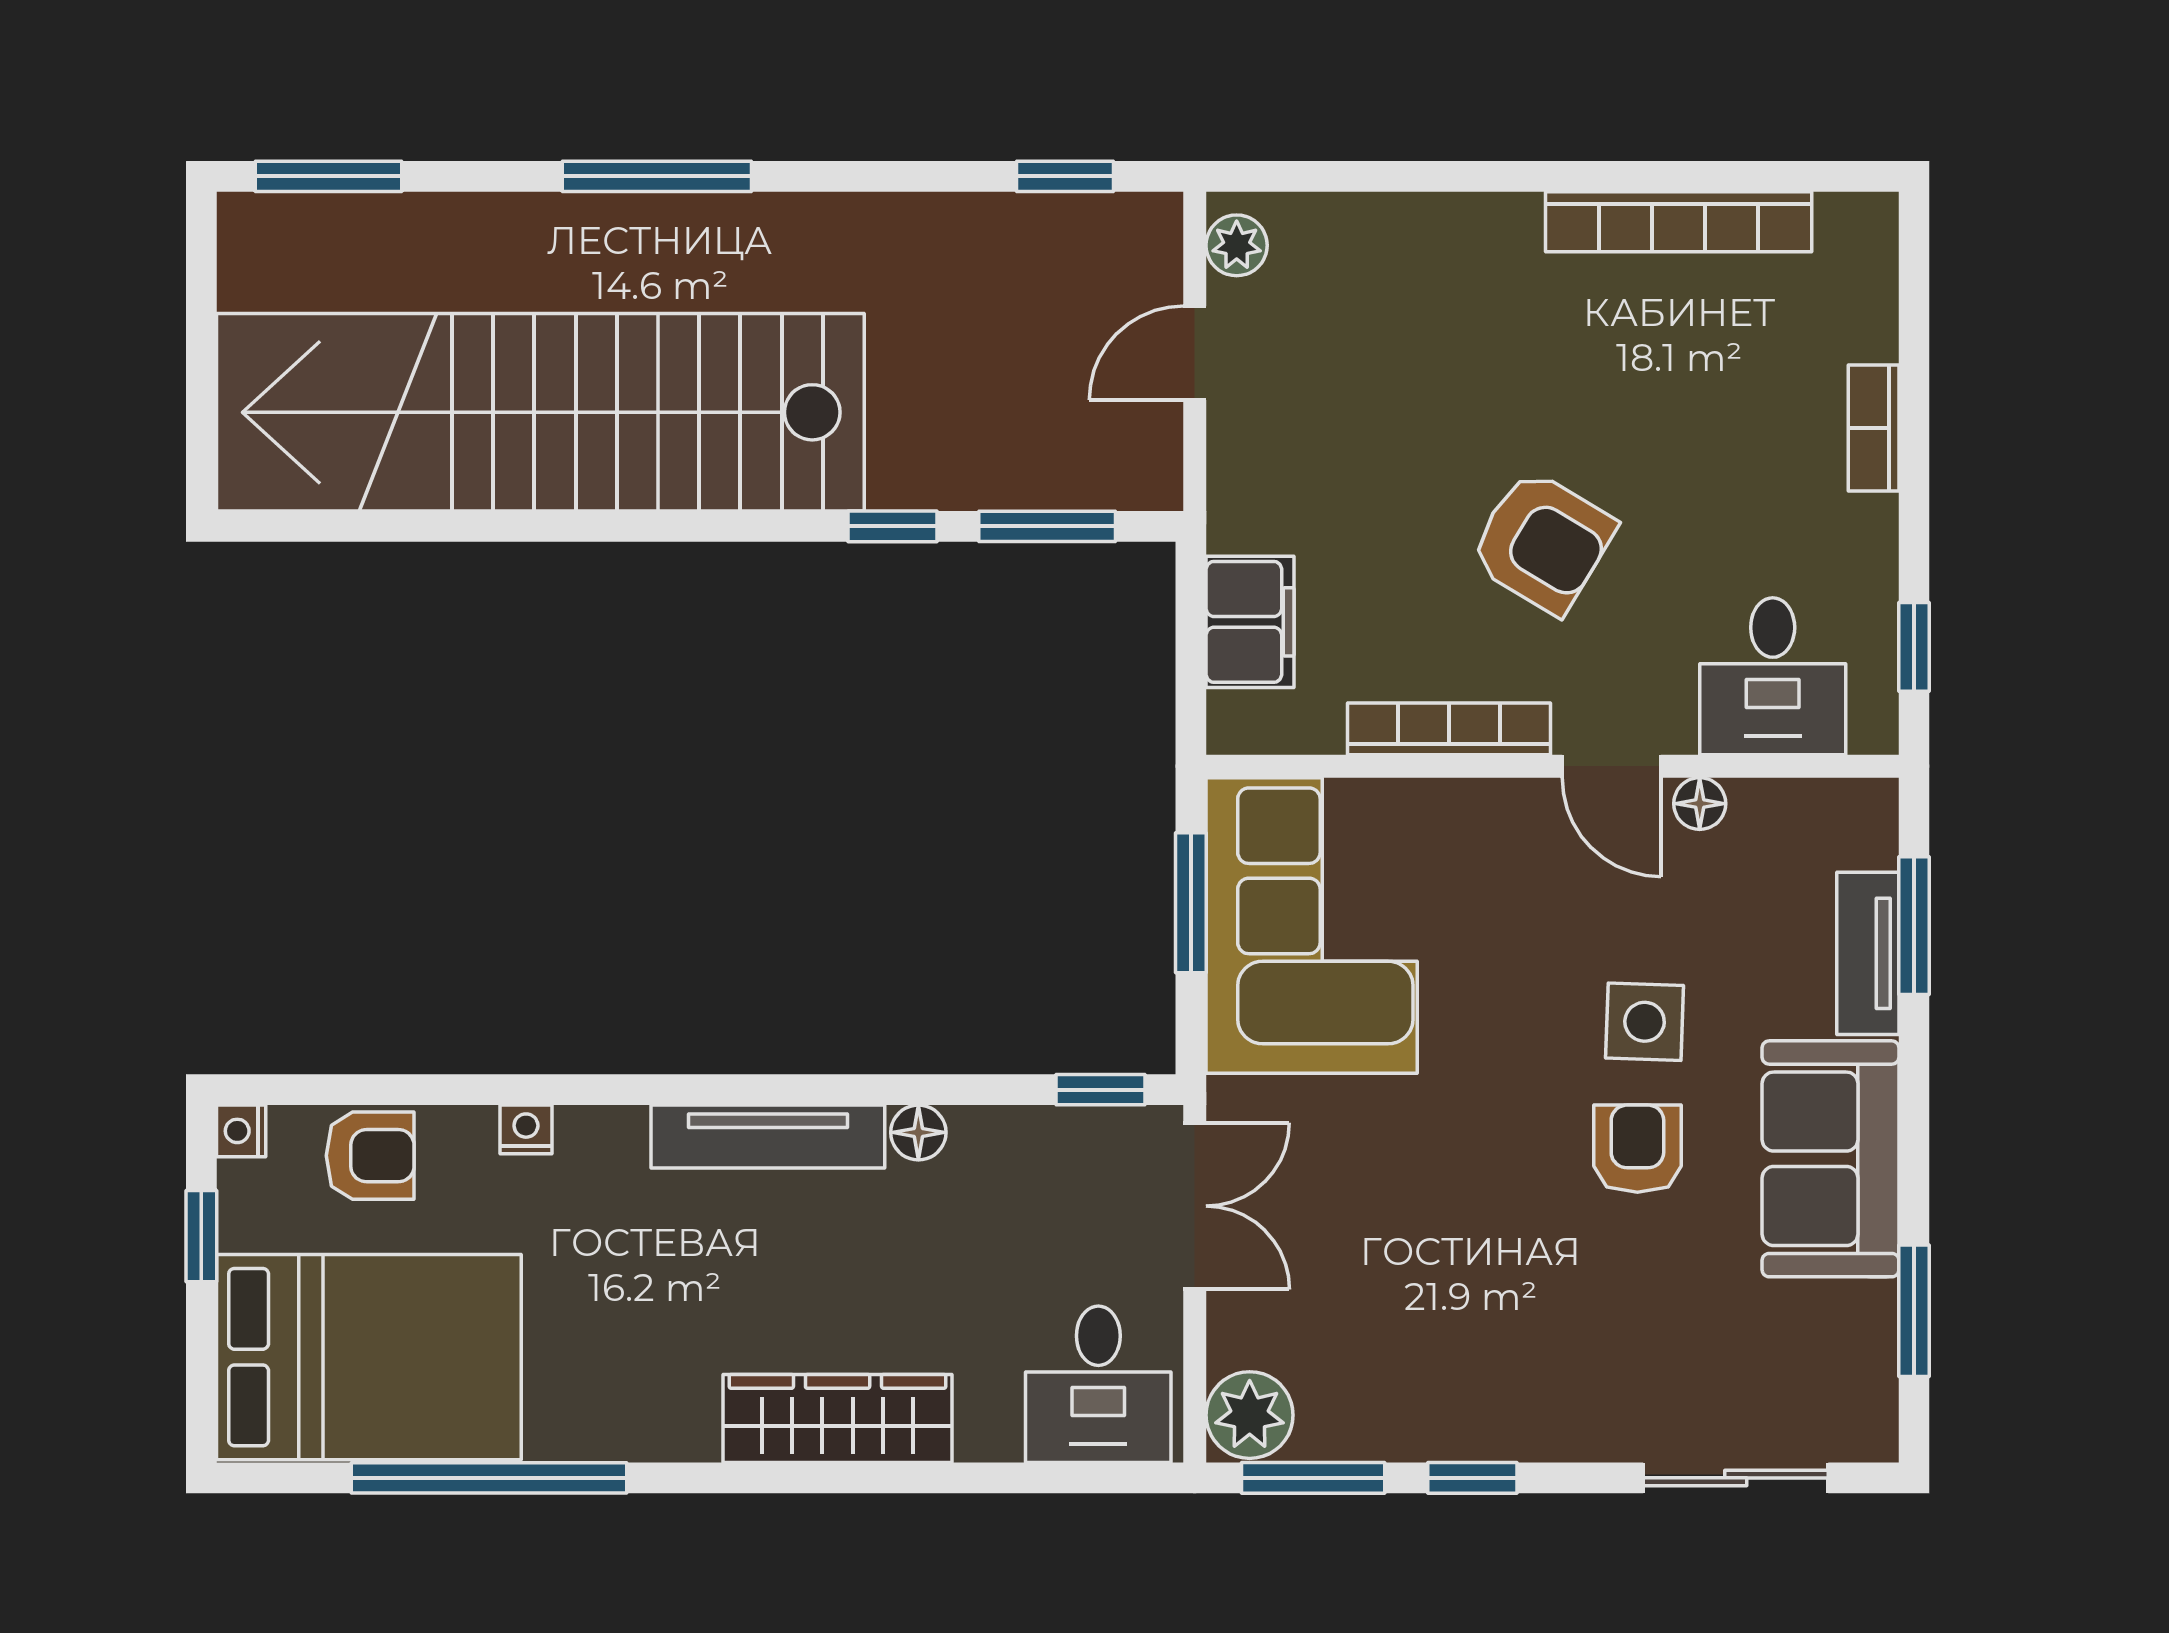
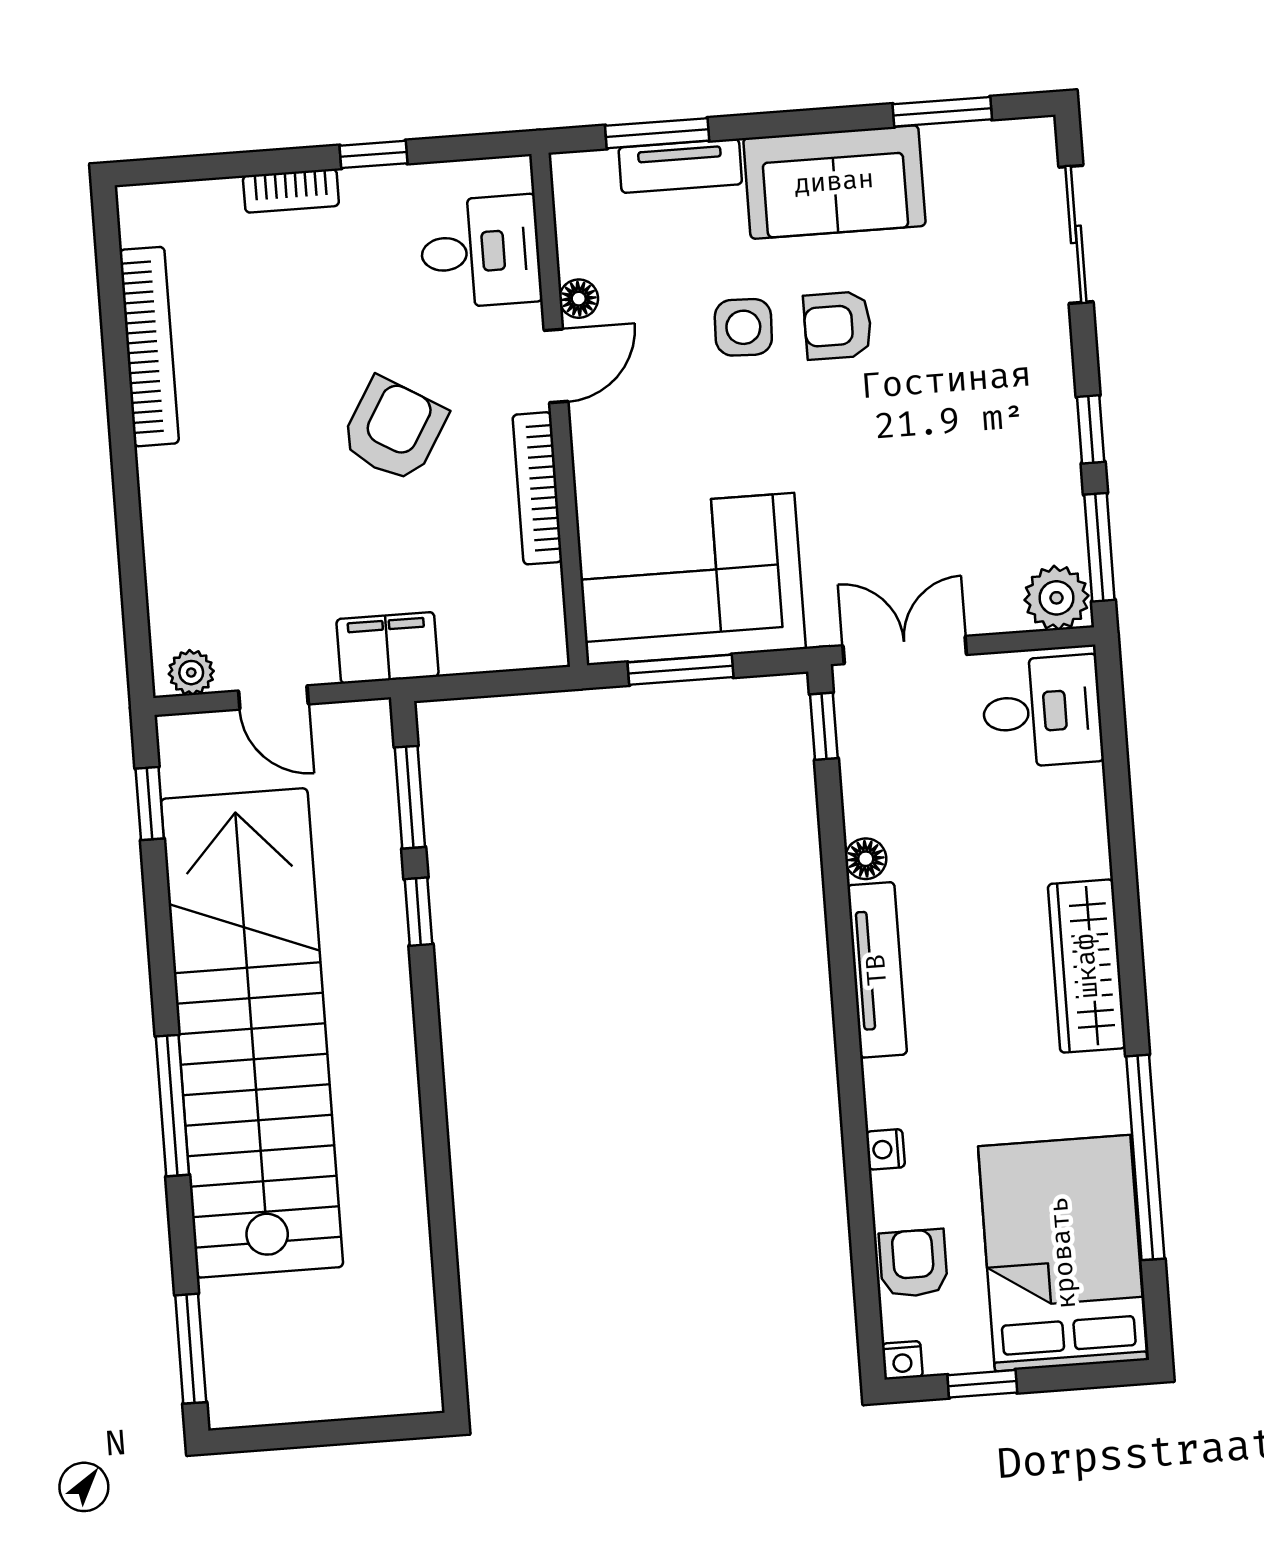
stairs: (540, 412) -> (252, 1033), moved, turned 180
filing cabinet: (1250, 622) -> (387, 648), moved
window: (1914, 647) -> (373, 154), moved
wardrobe: (838, 1419) -> (1087, 966), moved

